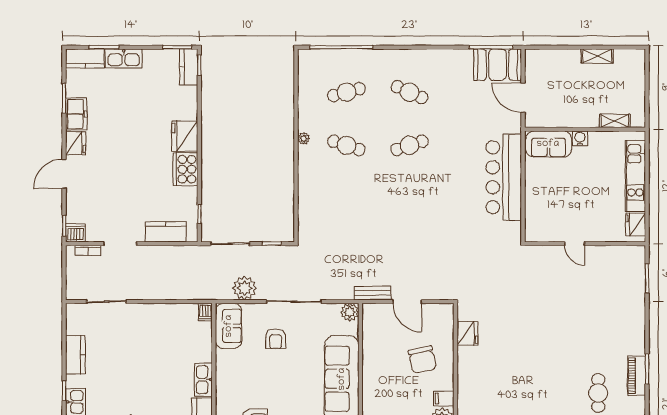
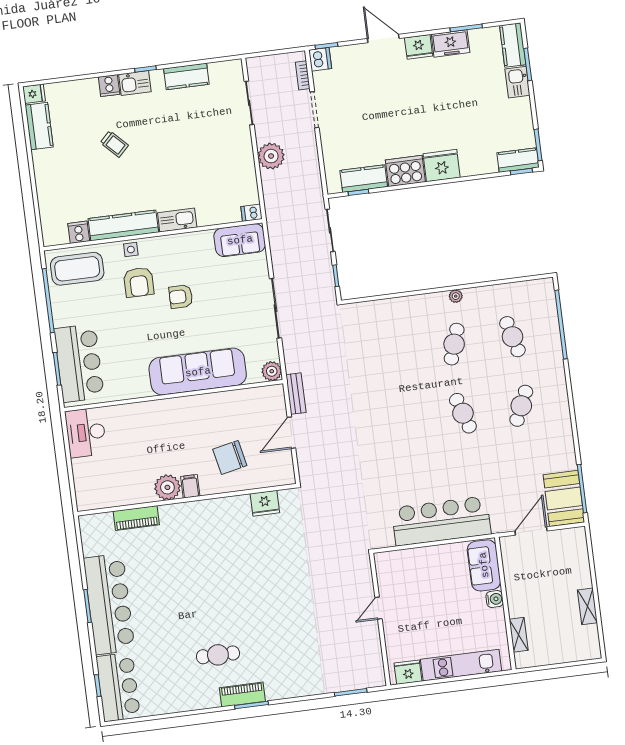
kitchen sink: (124, 58) -> (517, 82), width x0.73
kitchen counter: (166, 232) -> (364, 179), moved, turned -90
plant: (244, 288) -> (271, 156), moved
armchair: (276, 339) -> (181, 297), moved

